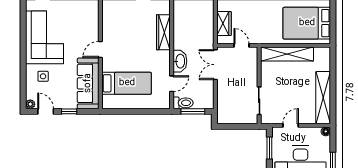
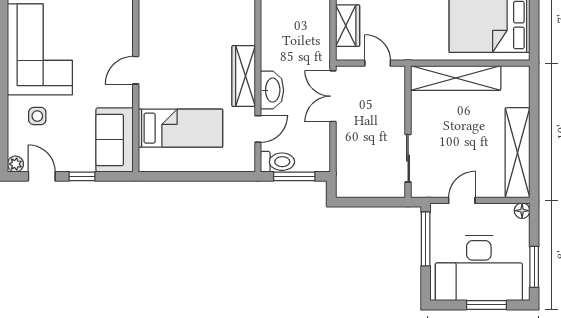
wardrobe: (163, 32) -> (244, 76), moved
sofa: (88, 83) -> (115, 140), width x0.73
window: (269, 148) -> (426, 239), width x1.44

